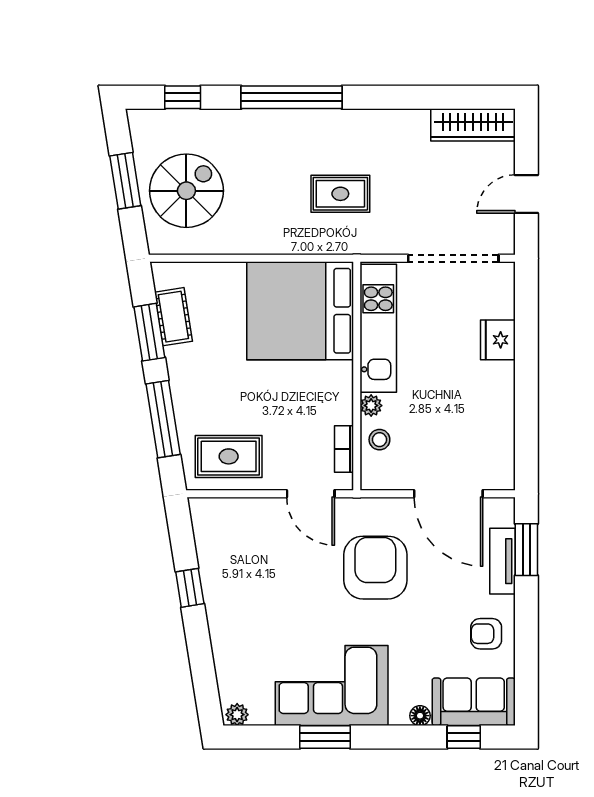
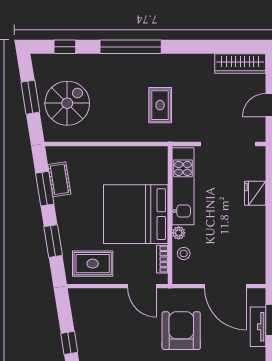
rug: (340, 194) -> (160, 105), turned 90
bed: (300, 311) -> (136, 214), moved
window: (163, 419) -> (53, 241), width x0.69

